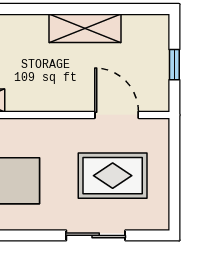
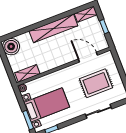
shelving: (146, 24) -> (86, 14), added
shelving: (85, 28) -> (53, 28), width x1.47

